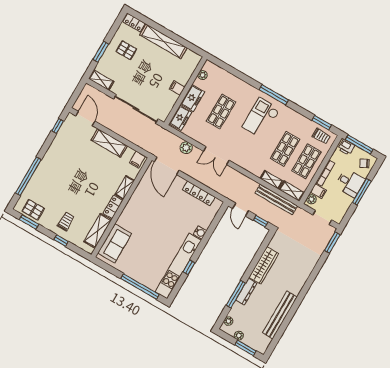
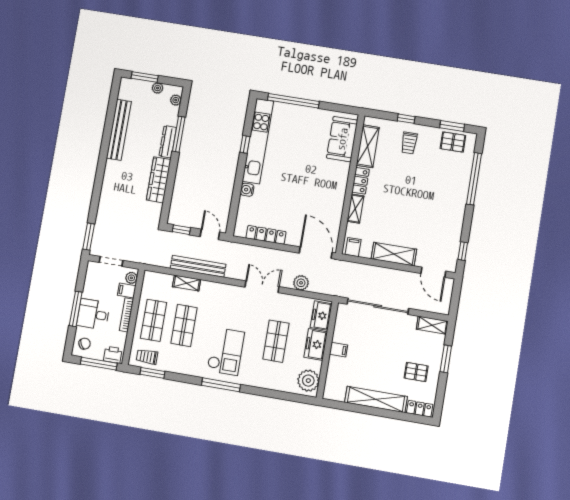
plant: (203, 75) -> (308, 381), width x1.87, depth x1.87
shelving: (292, 191) -> (158, 279), removed
bench: (276, 199) -> (198, 266), moved

